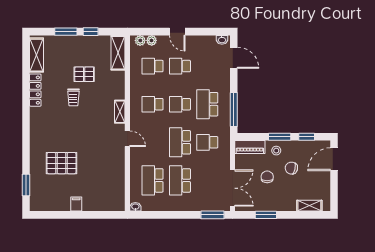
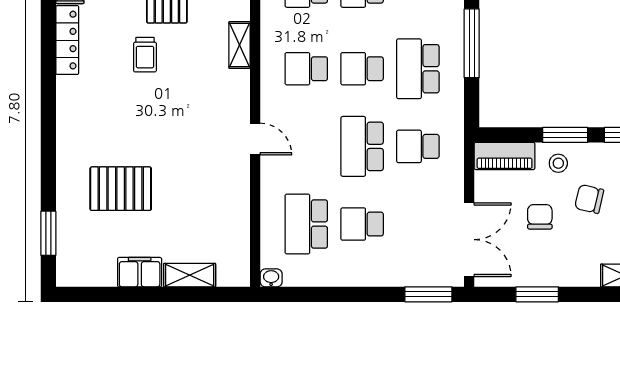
window: (234, 109) -> (472, 43), moved
shelving: (120, 112) -> (240, 45), moved
school desk: (180, 180) -> (362, 224), width x0.54
filing cabinet: (76, 204) -> (140, 272), width x2.00
shelving: (95, 205) -> (190, 275), added

